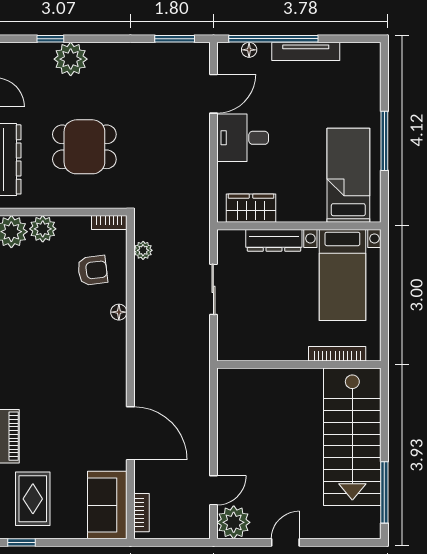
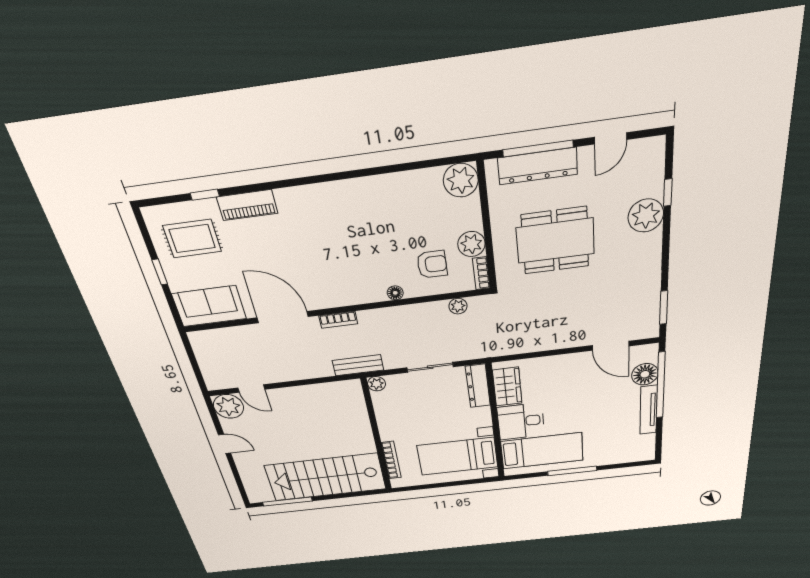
floor lamp: (249, 50) -> (645, 374), width x1.89, depth x1.89
desk: (243, 138) -> (521, 421), moved, turned -90
dining table: (84, 147) -> (555, 241), width x1.38
plant: (43, 229) -> (471, 244), moved
dresser: (274, 240) -> (478, 386), moved
armchair: (93, 270) -> (432, 264), turned -83
plant: (227, 351) -> (377, 384), added
bench: (200, 367) -> (358, 365), added
door: (130, 433) -> (283, 317), swing flipped
bookcase: (141, 513) -> (338, 320), moved
window: (21, 542) -> (160, 272), moved

